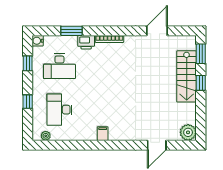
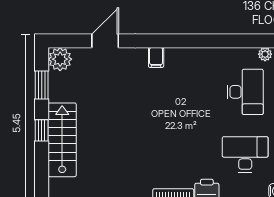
window: (201, 54) -> (42, 85), moved
filing cabinet: (103, 134) -> (156, 57), moved

